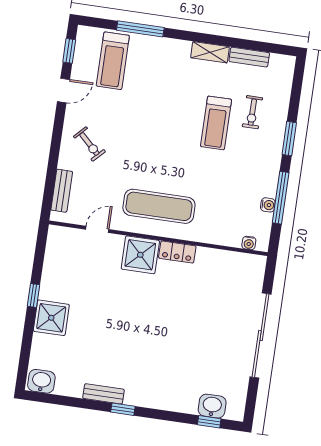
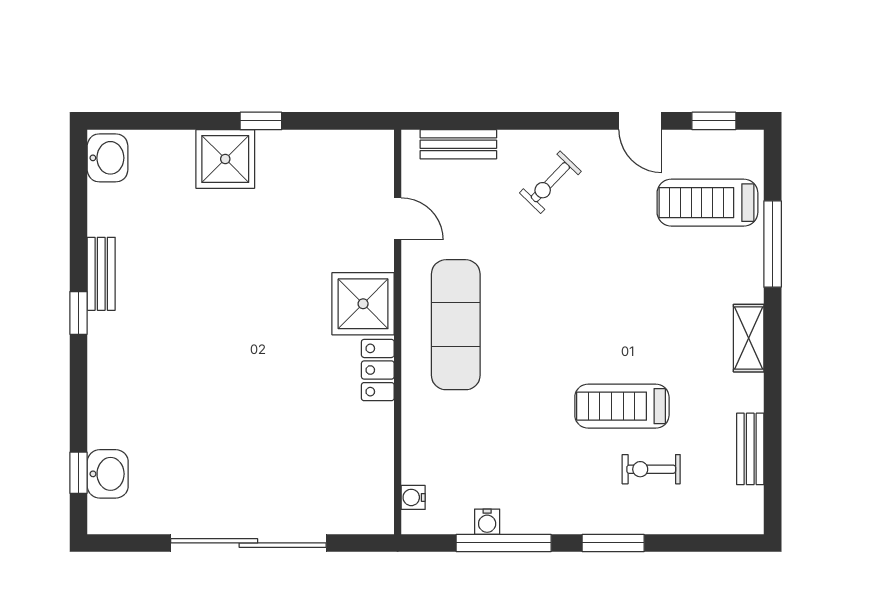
shelving: (210, 52) -> (749, 338), moved

